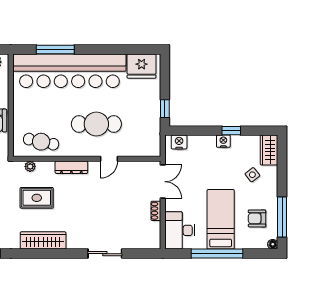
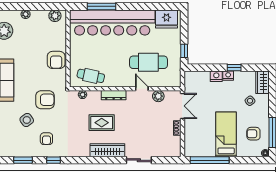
cafe table: (96, 124) -> (148, 62), moved
nightstand: (179, 142) -> (216, 76), moved
door: (109, 159) -> (142, 89), swing flipped
plant: (131, 169) -> (158, 96), added
rug: (37, 198) -> (102, 123), moved
desk: (180, 230) -> (195, 143), removed
wardrobe: (43, 240) -> (107, 150), moved
window: (217, 254) -> (210, 160), moved

